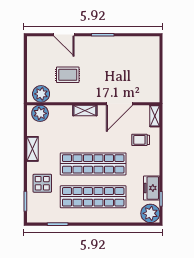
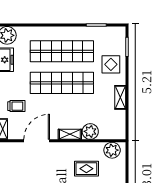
plant: (40, 113) -> (90, 131), moved

